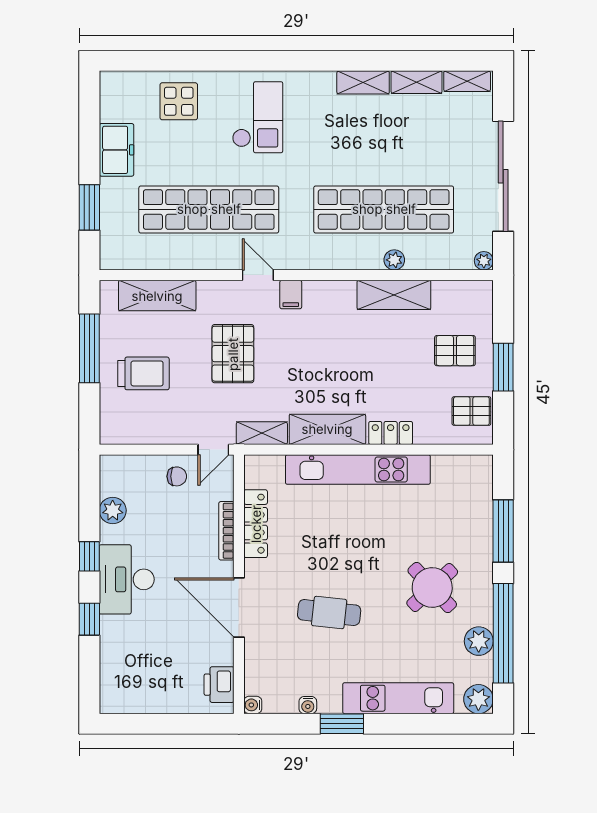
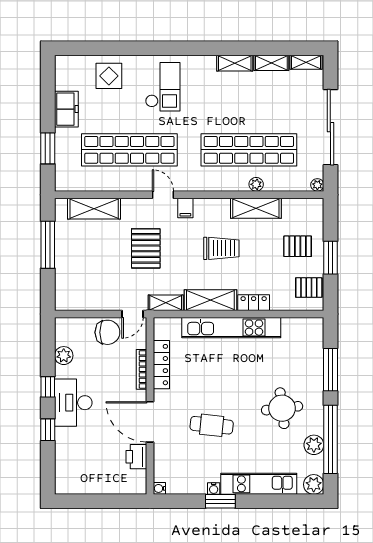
trolley: (143, 373) -> (221, 248), moved
chair: (177, 476) -> (107, 332), width x1.87, depth x1.87
round table: (432, 588) -> (282, 408), turned 36
printer: (219, 685) -> (136, 457), moved
water cooler: (308, 705) -> (214, 489), moved

